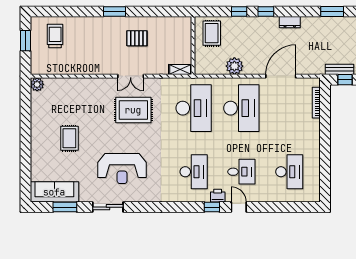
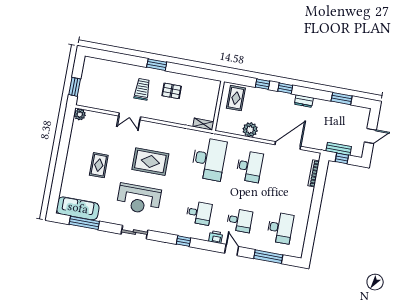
trolley: (55, 36) -> (142, 89), moved
window: (25, 41) -> (75, 87), moved
double door: (131, 76) -> (130, 116), moved
desk: (241, 108) -> (249, 166), width x0.73, depth x0.77
rug: (133, 110) -> (150, 162), moved
desk: (194, 172) -> (199, 213), width x0.73
window: (65, 207) -> (84, 223), width x1.44
sliding door: (108, 207) -> (134, 232), moved
window: (212, 207) -> (183, 241), moved
window: (282, 207) -> (268, 257), added

